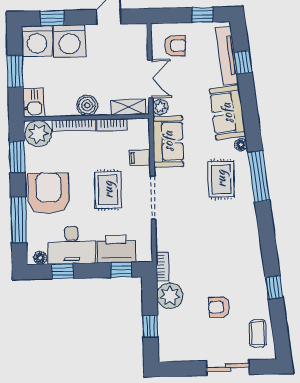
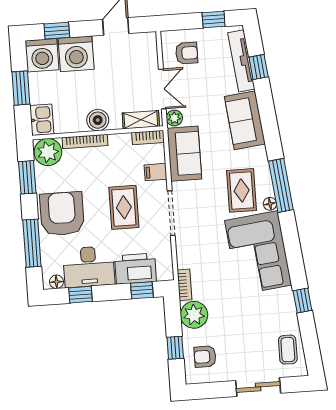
bookcase: (112, 125) -> (148, 138), moved
floor lamp: (241, 145) -> (270, 204), moved
corner sofa: (234, 240) -> (258, 253), added
armchair: (219, 307) -> (205, 357), moved

